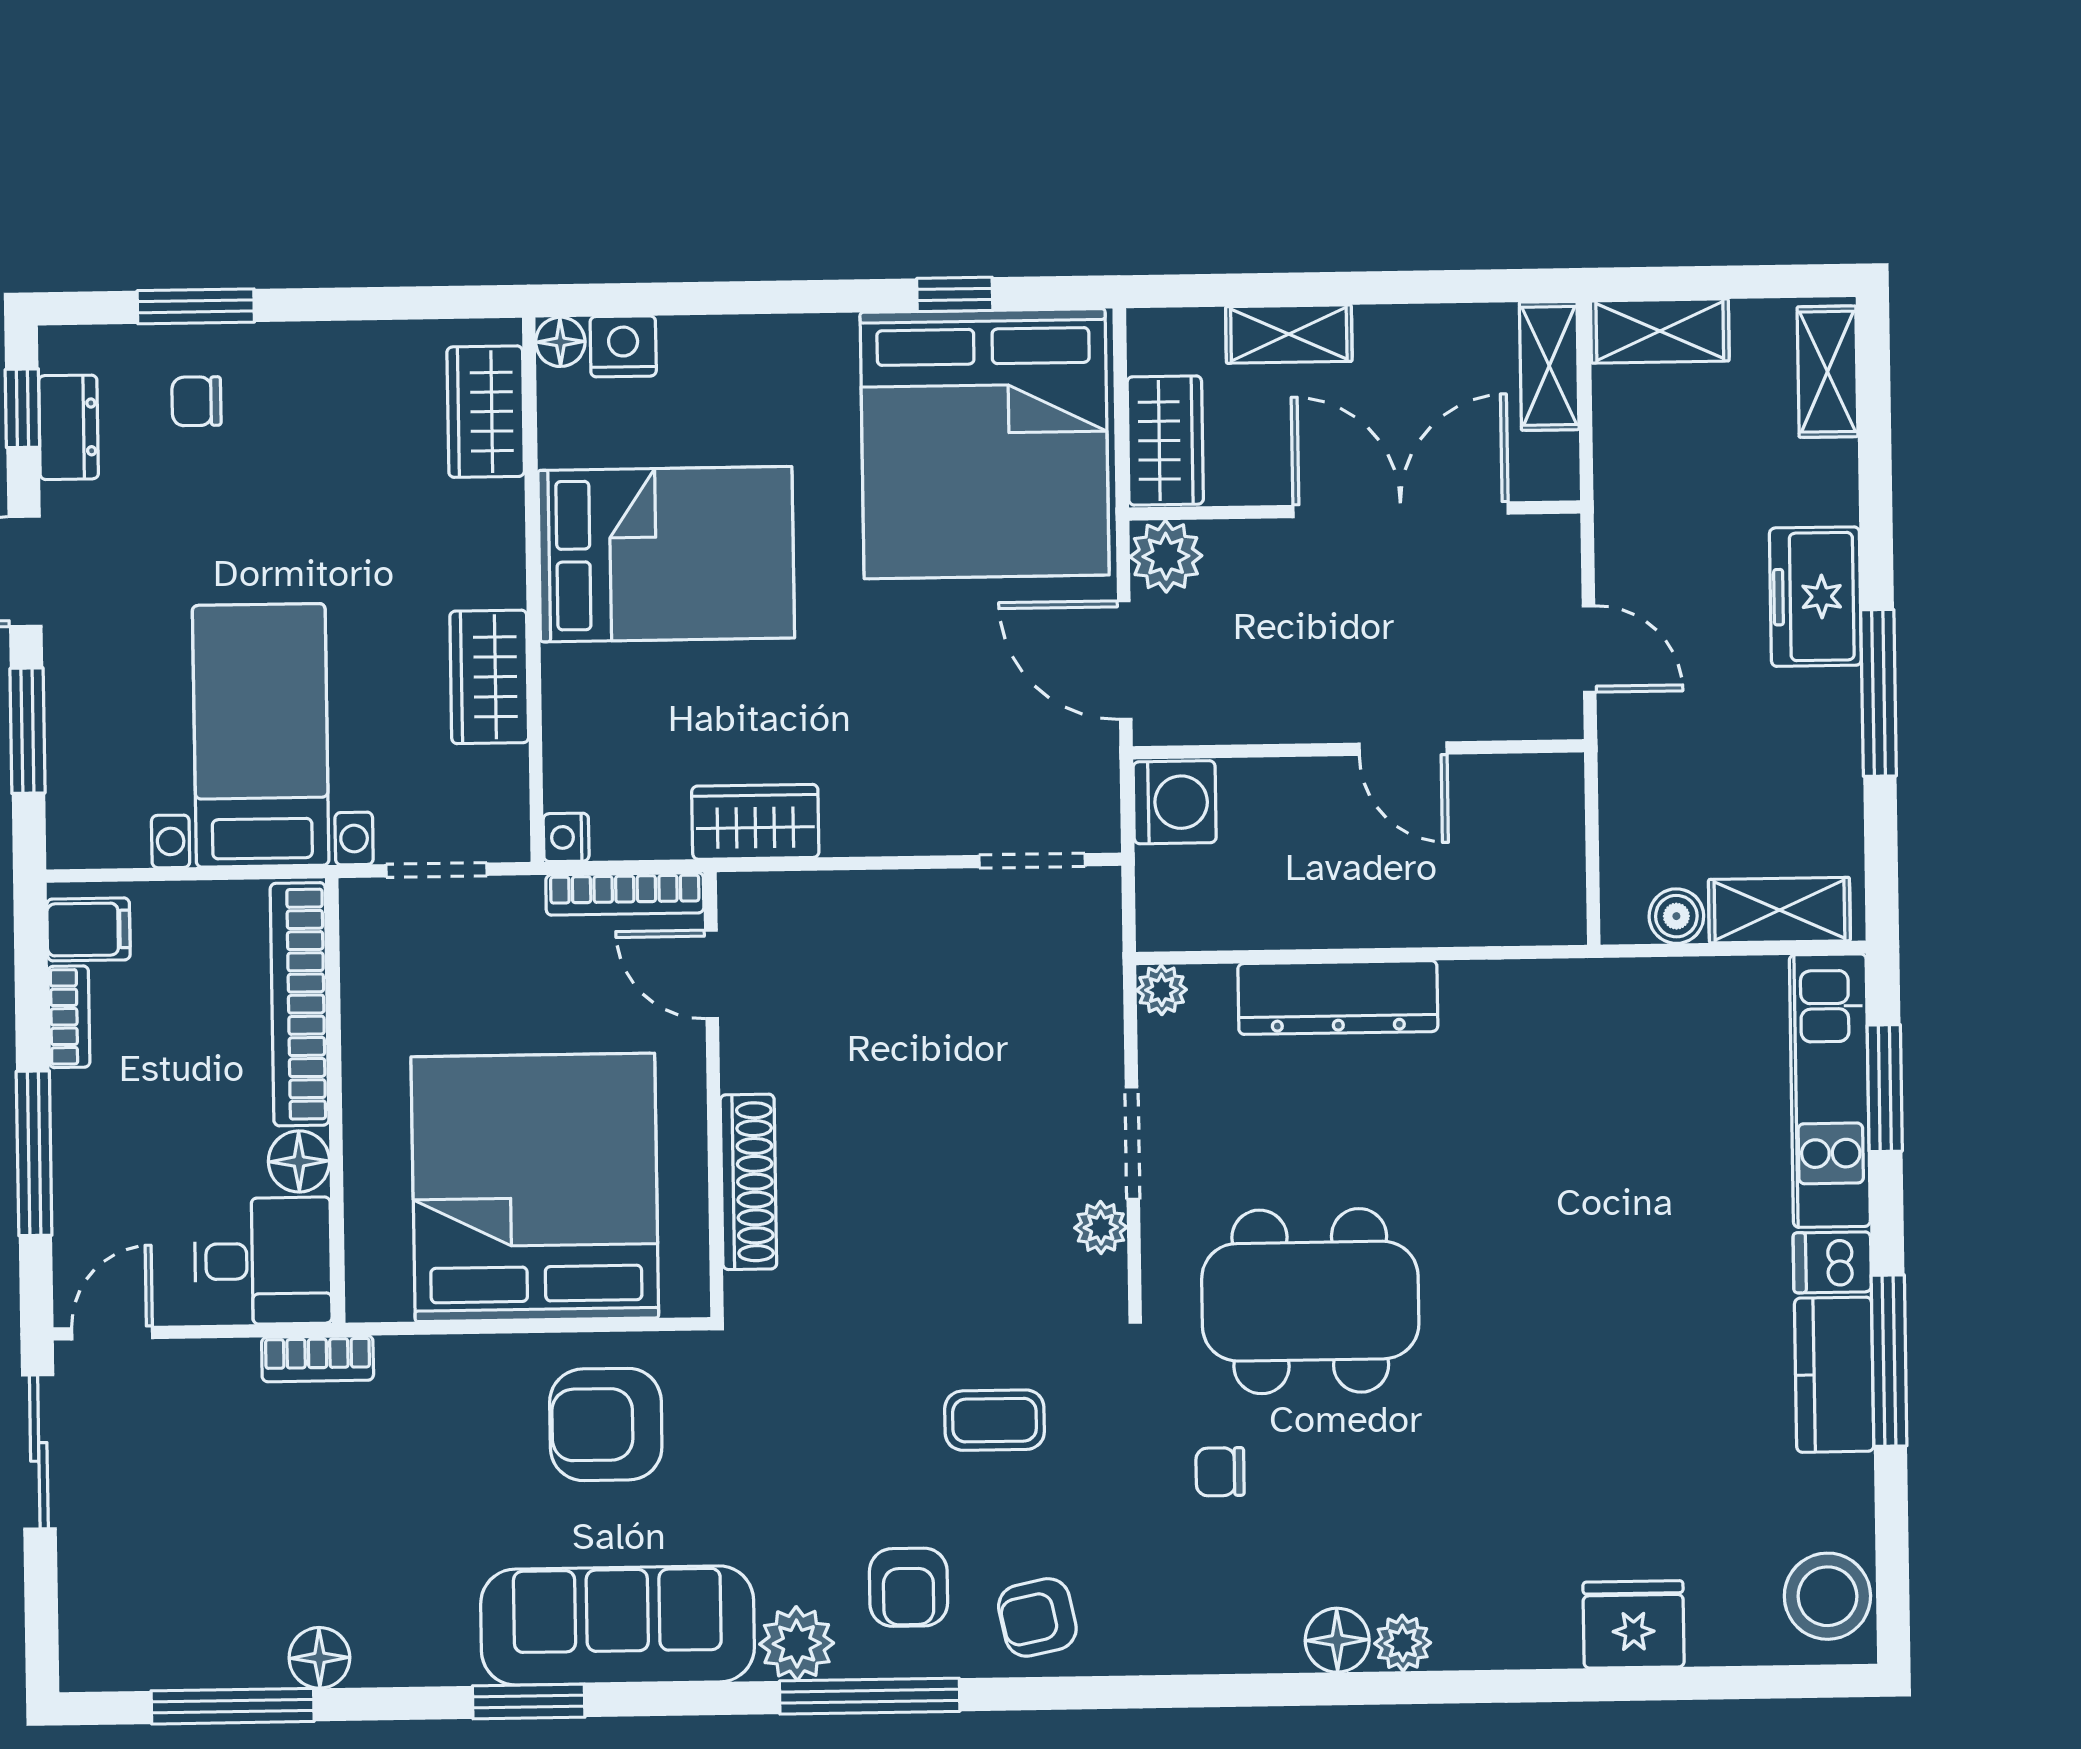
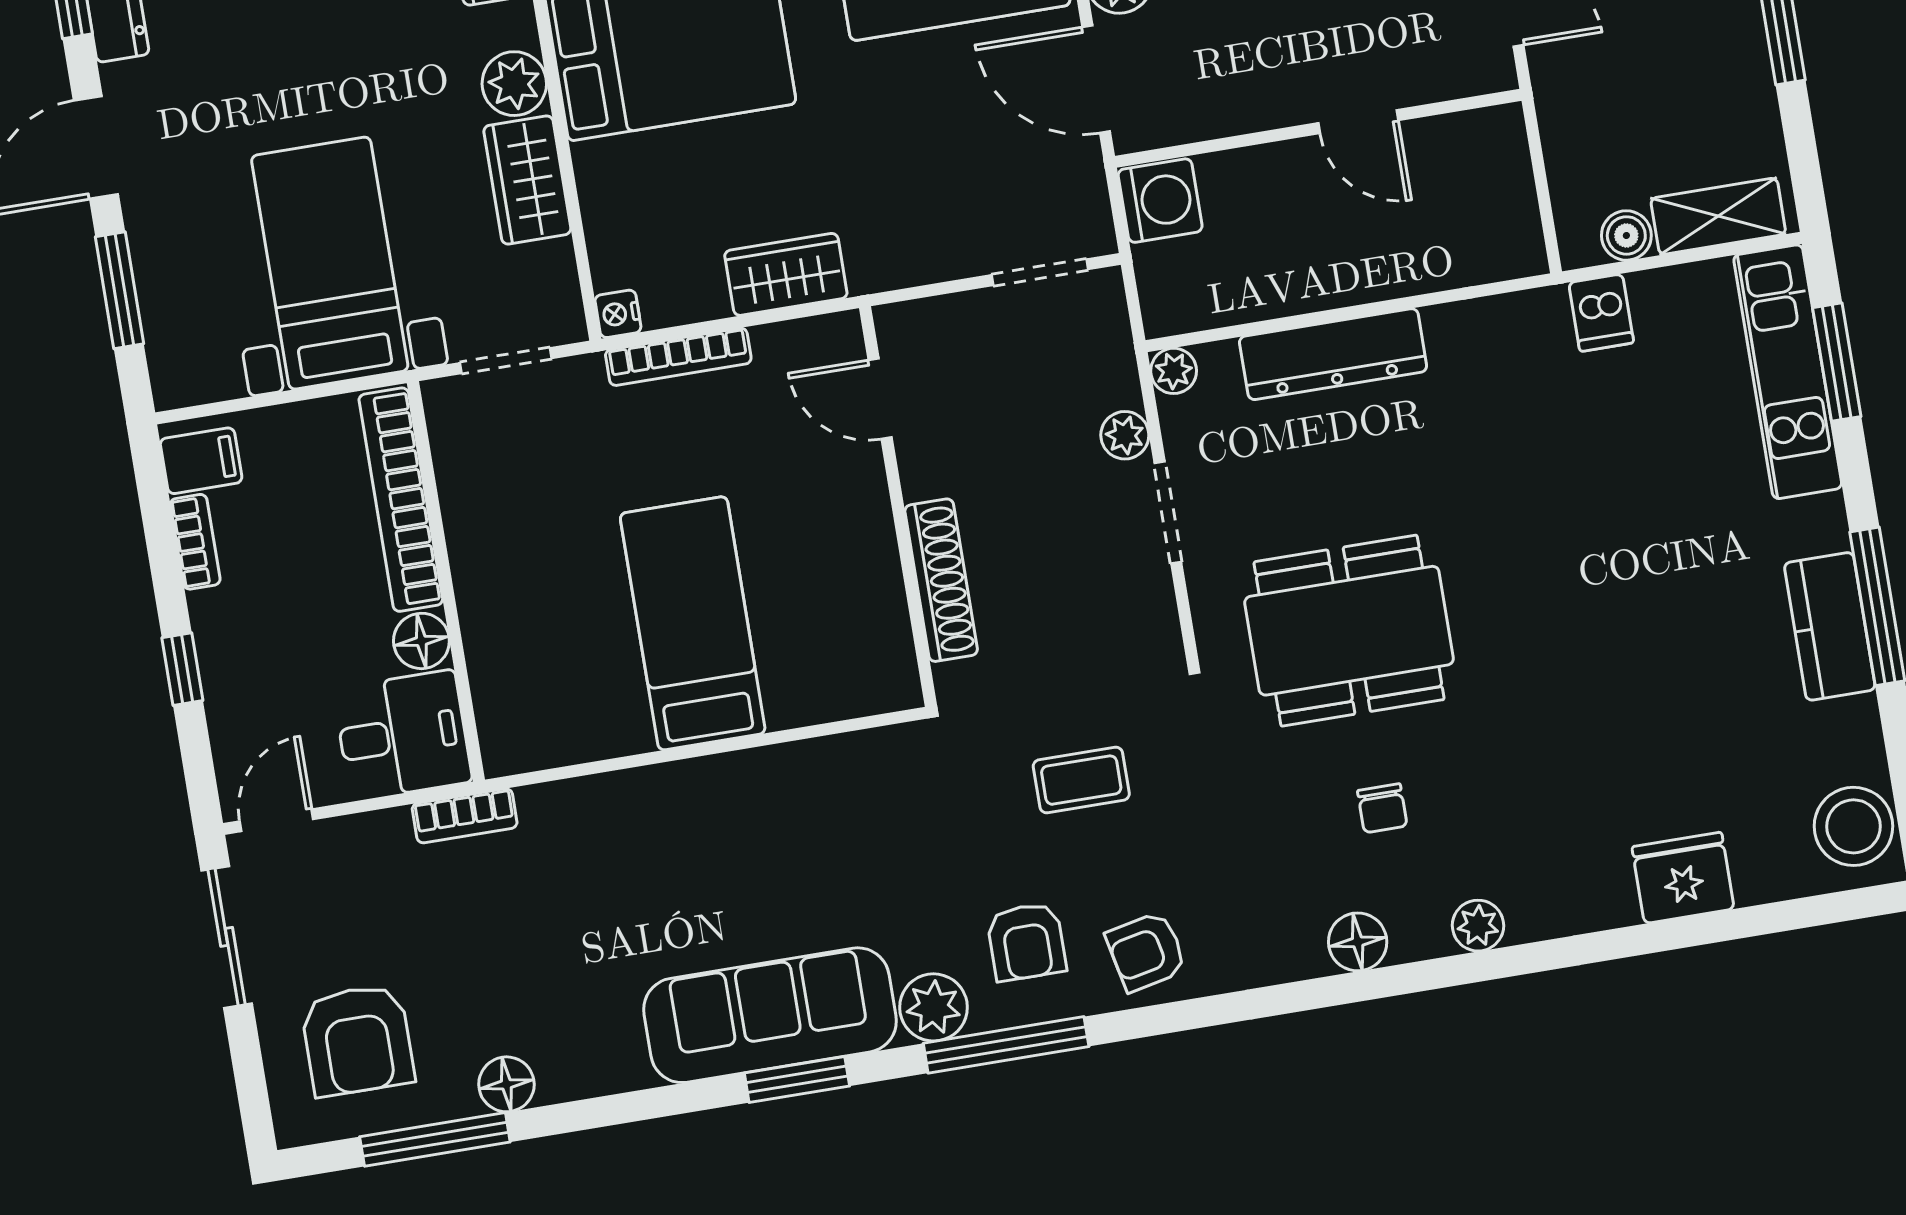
plant: (491, 570) -> (514, 84), added
door: (712, 974) -> (880, 399), moved
wall: (713, 1095) -> (898, 507), moved
window: (34, 1153) -> (182, 669), width x0.46
shoe rack: (748, 1182) -> (941, 580), moved
bed: (535, 1187) -> (693, 623), width x0.49
plant: (1101, 1227) -> (1125, 435), moved
dishwasher: (1832, 1262) -> (1601, 313), moved, turned -90
armchair: (606, 1424) -> (357, 1040), moved, turned -90
chair: (1220, 1472) -> (1382, 808), moved, turned -90
floor lamp: (1337, 1640) -> (1358, 942), moved
window: (529, 1701) -> (797, 1079), moved

